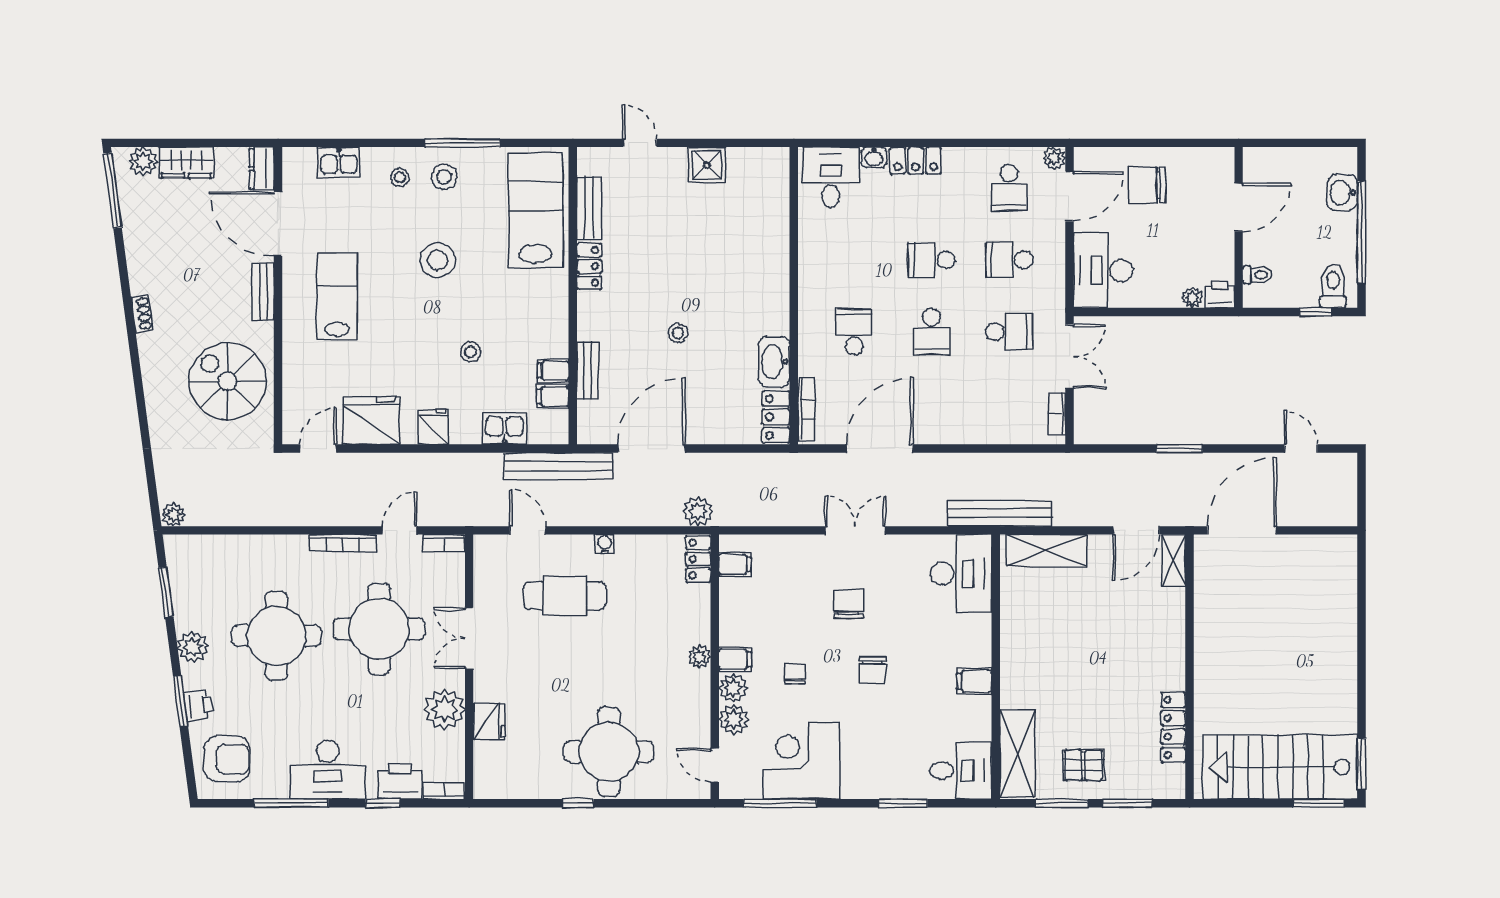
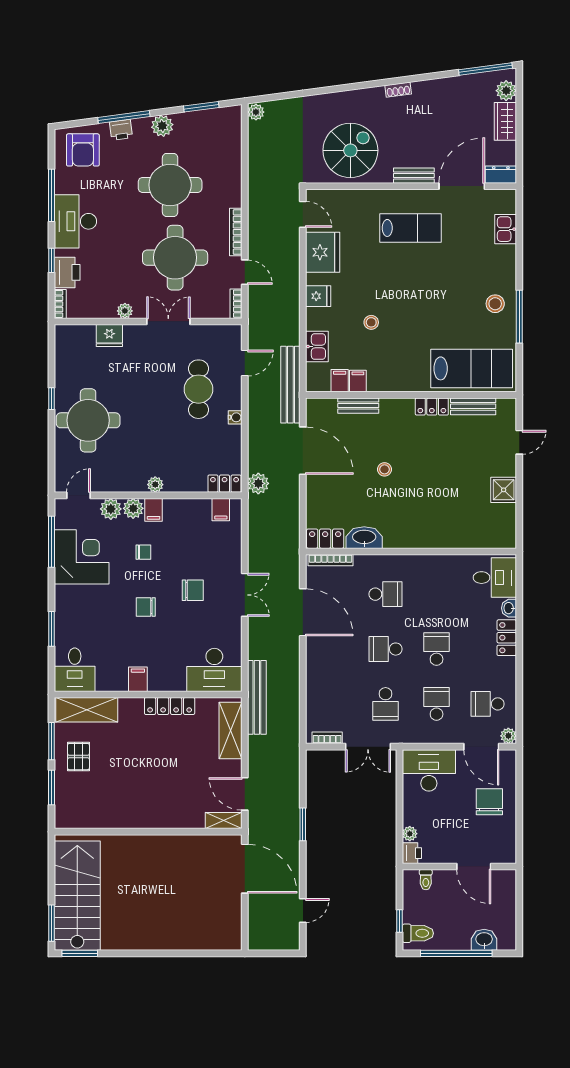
stool: (400, 177) -> (495, 272), removed
stool: (438, 260) -> (436, 299), removed
window: (180, 701) -> (124, 117), width x1.44
plant: (445, 709) -> (125, 311), width x0.53, depth x0.53
locker: (1173, 727) -> (170, 706), moved, turned 180

